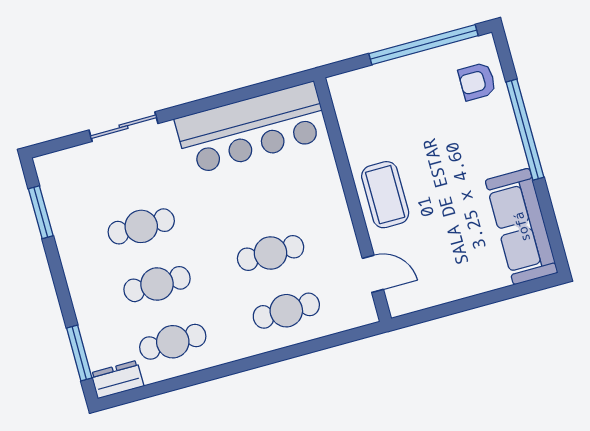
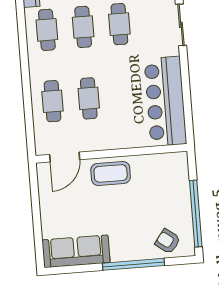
armchair: (477, 81) -> (168, 241), turned -53
door: (373, 274) -> (65, 157), width x1.38

